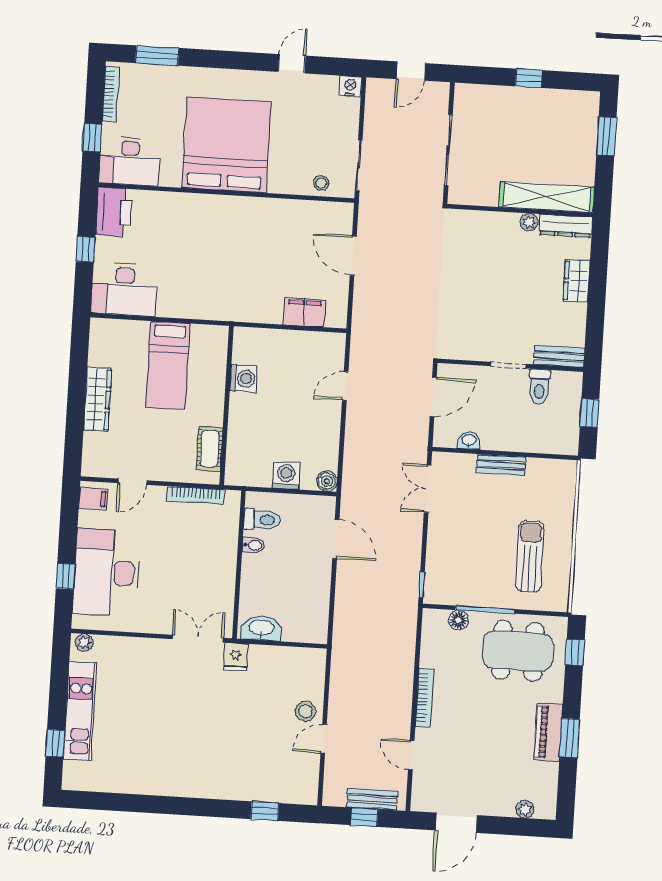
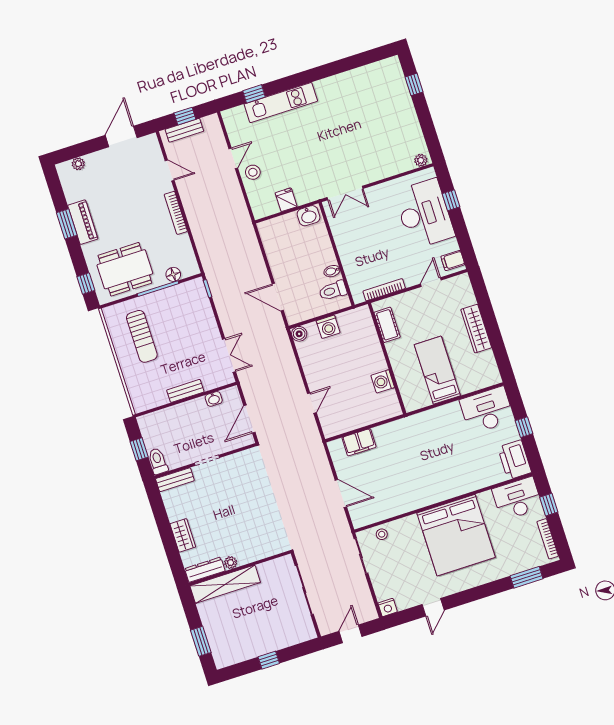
toilet: (539, 387) -> (158, 461), moved
washbasin: (261, 628) -> (308, 216), width x0.72
fridge: (236, 657) -> (286, 200), moved
kitchen unit: (80, 711) -> (281, 103), moved, turned -90

